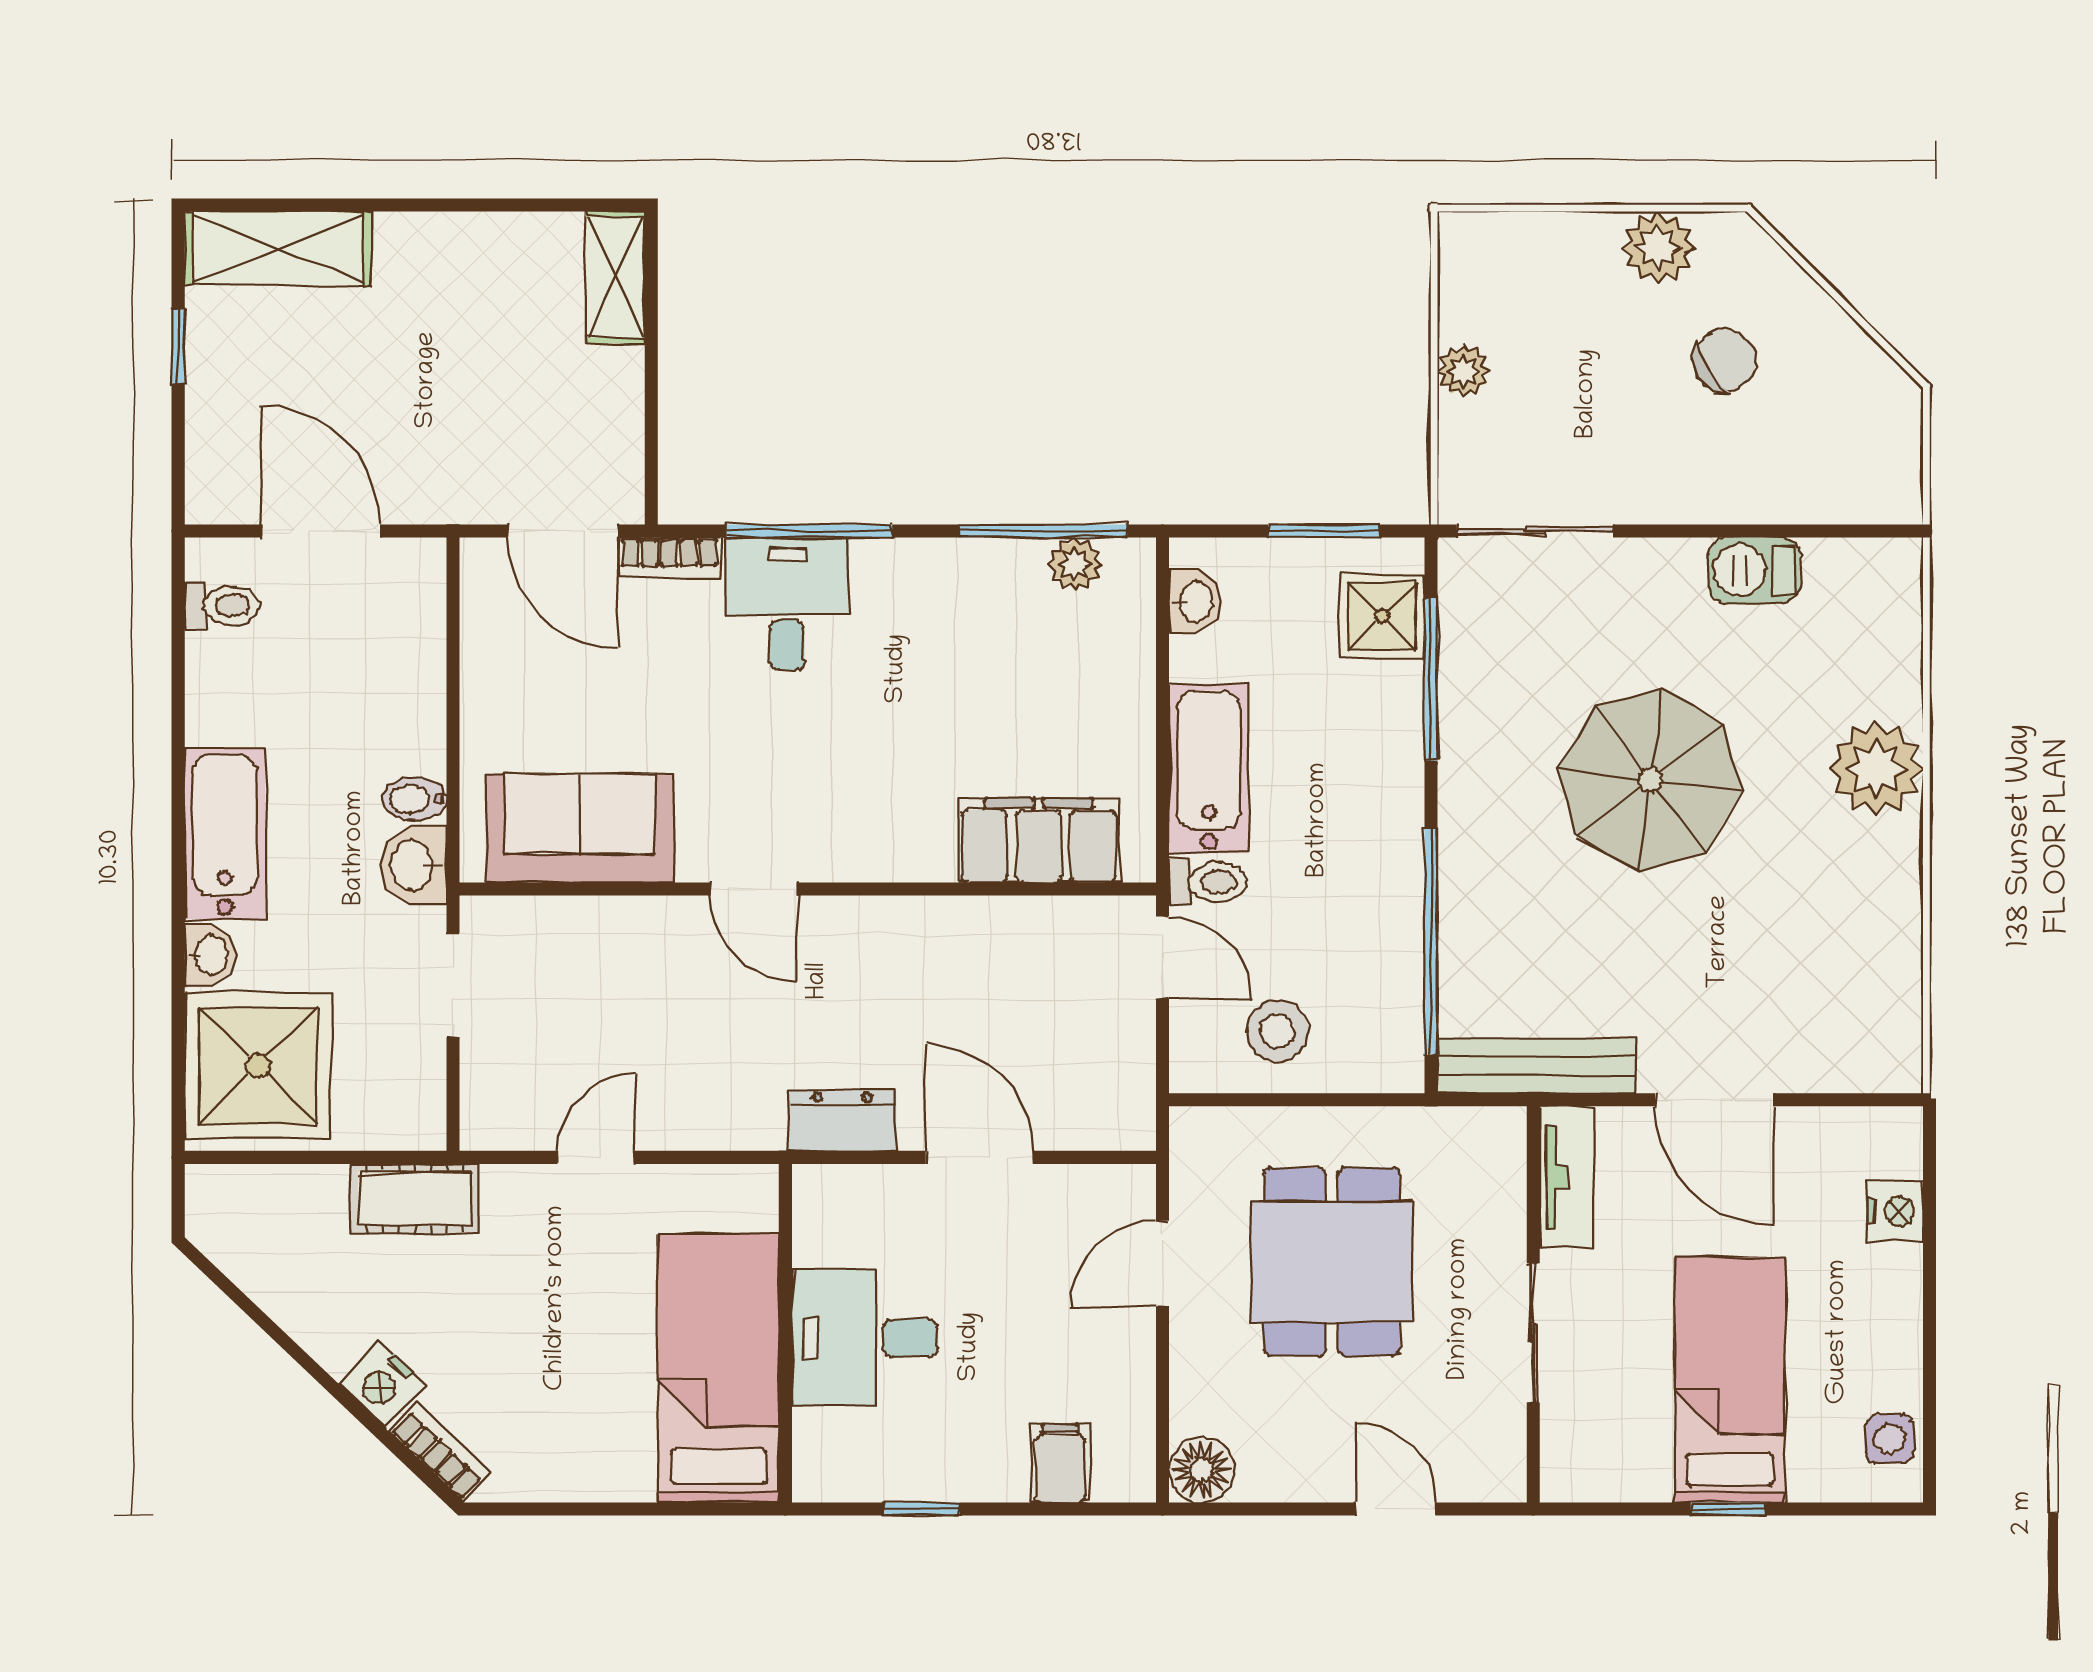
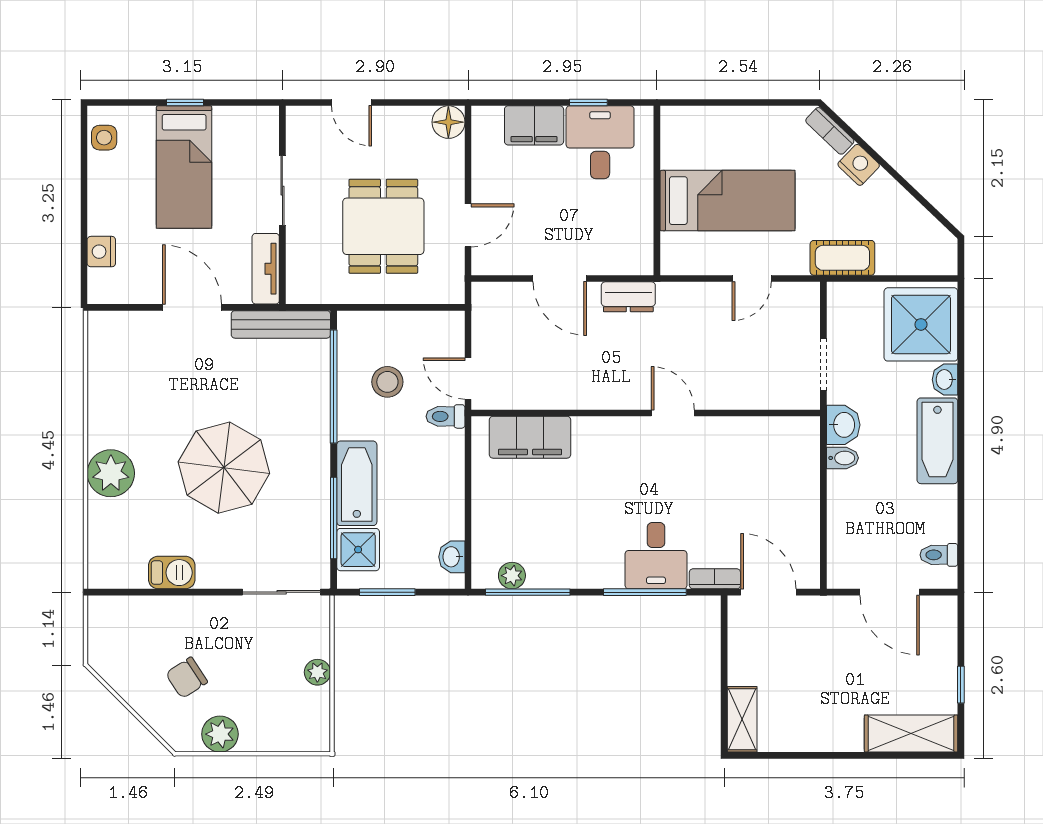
bathtub: (1209, 769) -> (357, 483), moved, turned 180
sofa: (580, 828) -> (760, 443), removed
stool: (1278, 1031) -> (387, 382), moved
desk: (865, 1338) -> (600, 142), moved, turned -90
bed: (718, 1368) -> (728, 201), moved, turned -90
filing cabinet: (1060, 1463) -> (534, 125), width x2.00

